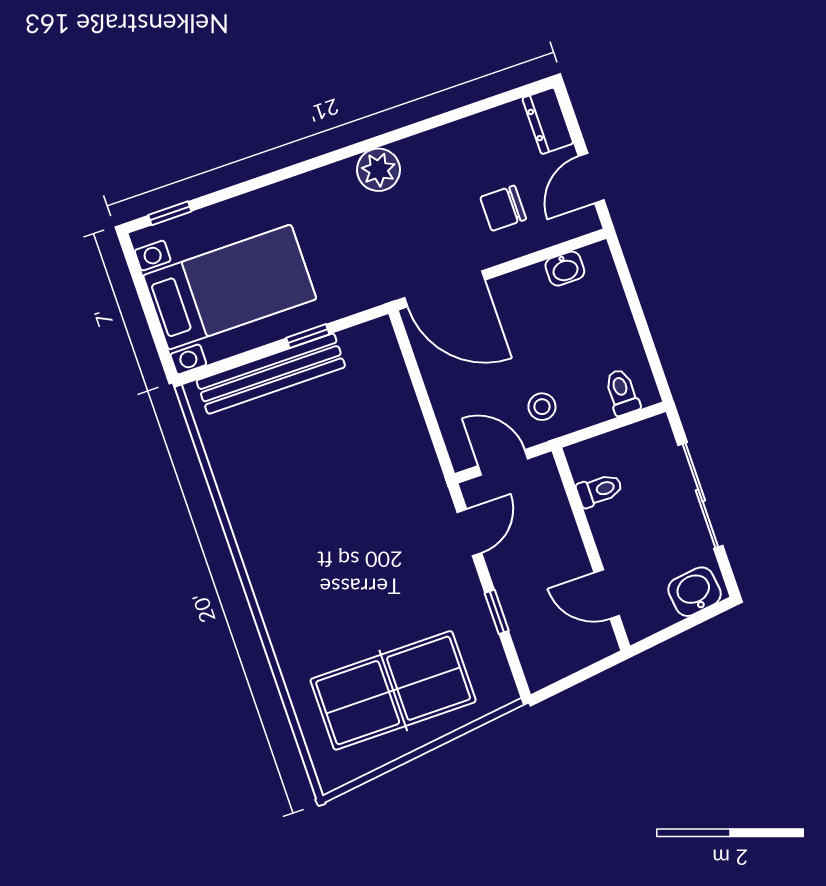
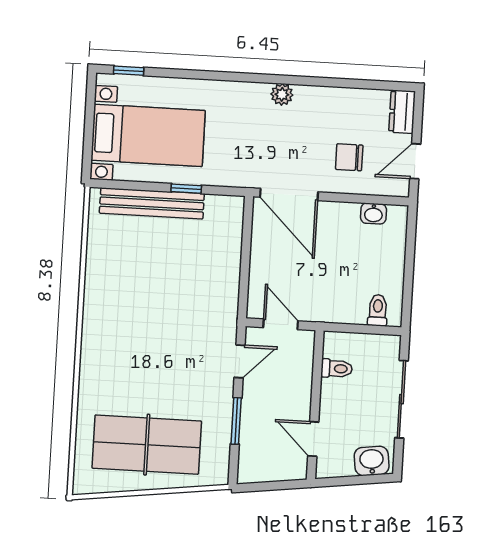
plant: (378, 170) -> (282, 94), width x0.73, depth x0.73
stool: (542, 407) -> (321, 298), removed
window: (497, 612) -> (236, 421), width x1.50

